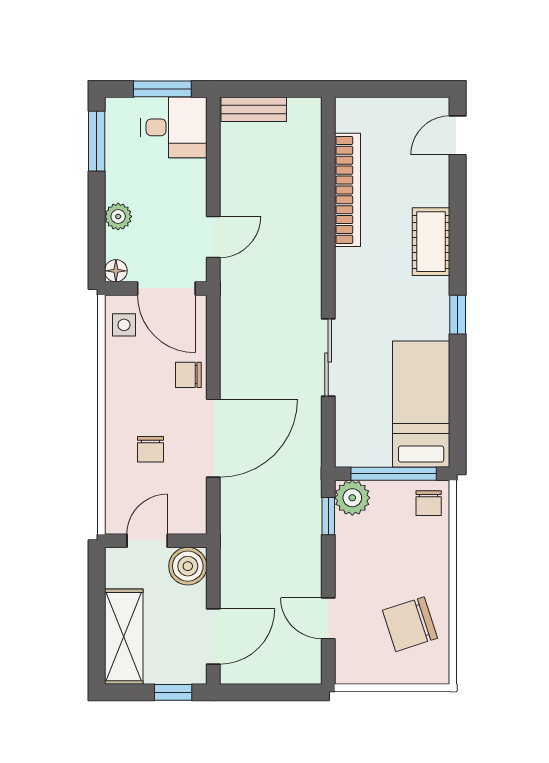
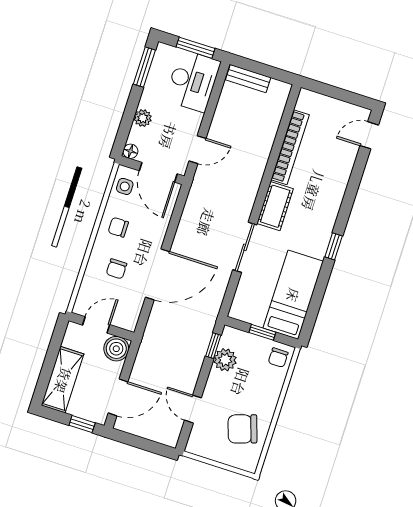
desk: (174, 127) -> (193, 81), width x1.37
cot: (431, 242) -> (275, 206), moved
chair: (188, 375) -> (118, 227), moved
window: (394, 474) -> (262, 332), width x0.46
plant: (352, 498) -> (225, 360), moved

